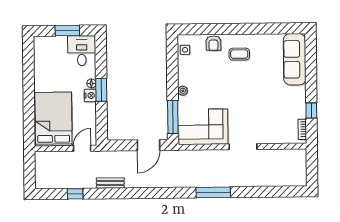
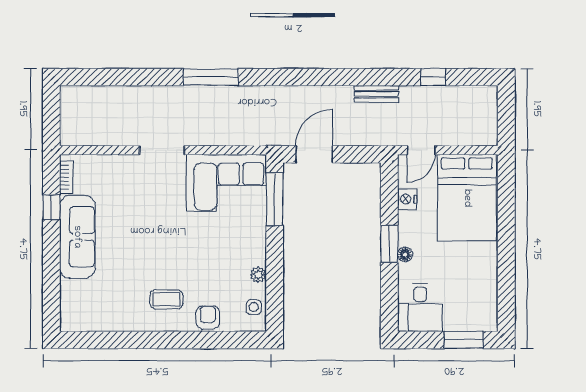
window: (67, 31) -> (464, 340), moved
sofa: (295, 59) -> (77, 237), moved
plant: (183, 91) -> (258, 275), moved
nightstand: (90, 96) -> (407, 199), moved

